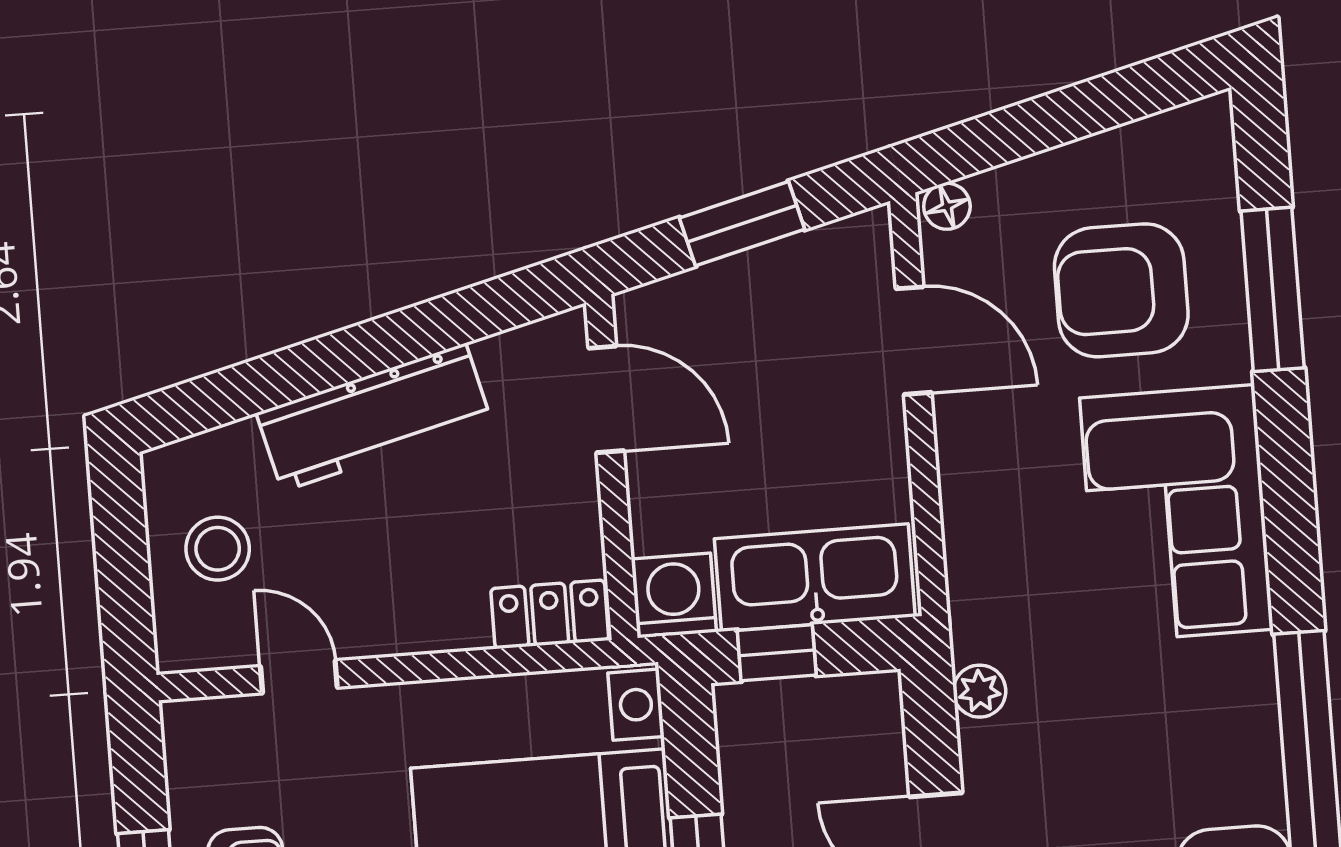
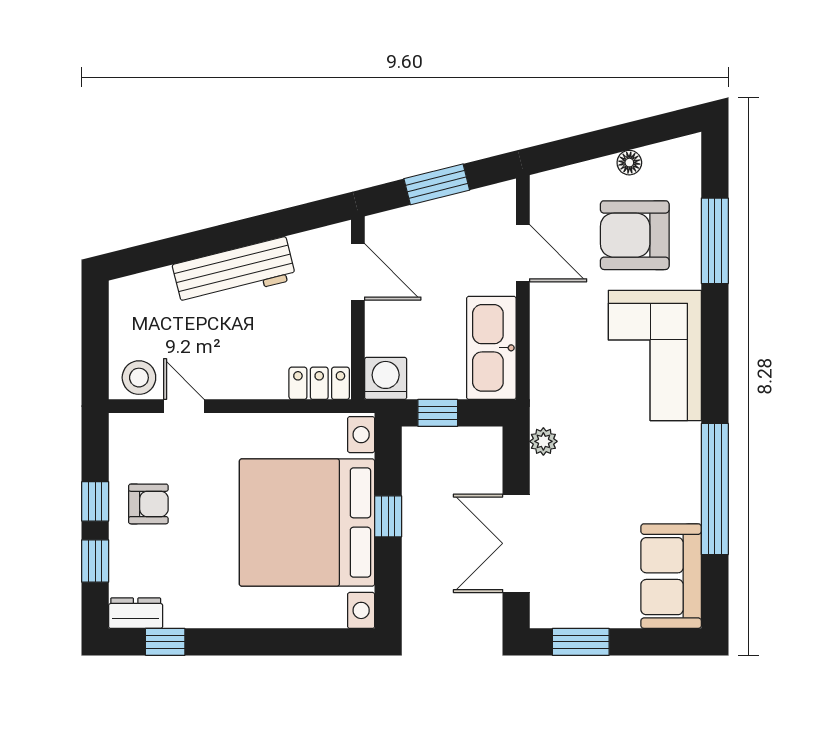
floor lamp: (947, 206) -> (629, 163), moved
stool: (218, 549) -> (139, 378), moved
kitchen sink: (815, 578) -> (491, 348), moved, turned -90

